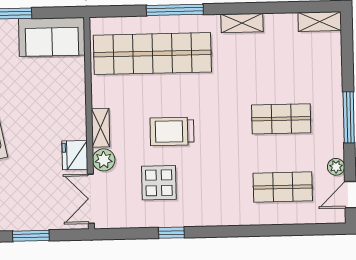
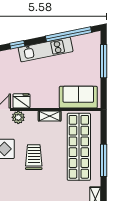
sofa: (52, 37) -> (78, 97), moved, turned 90
shelving: (100, 128) -> (50, 116), moved

